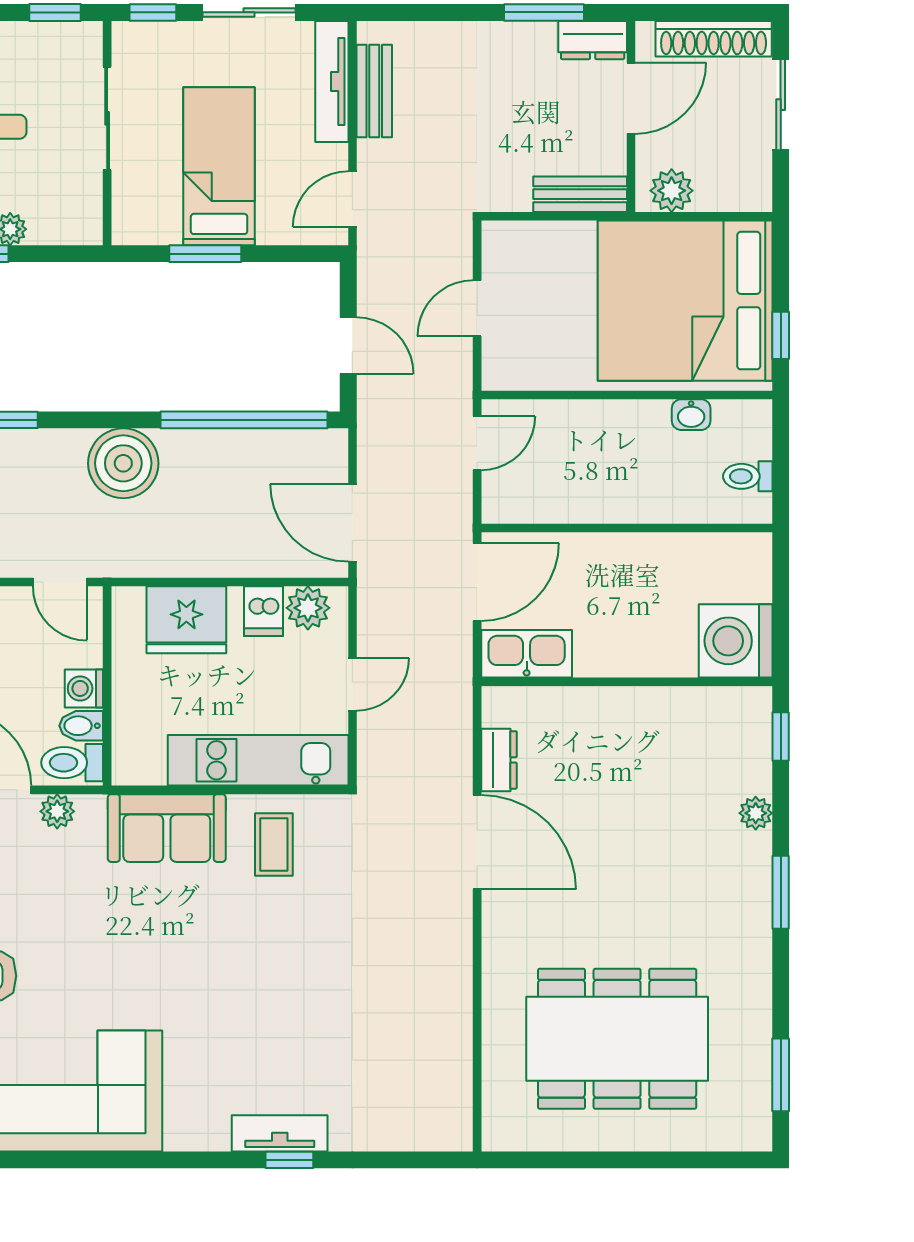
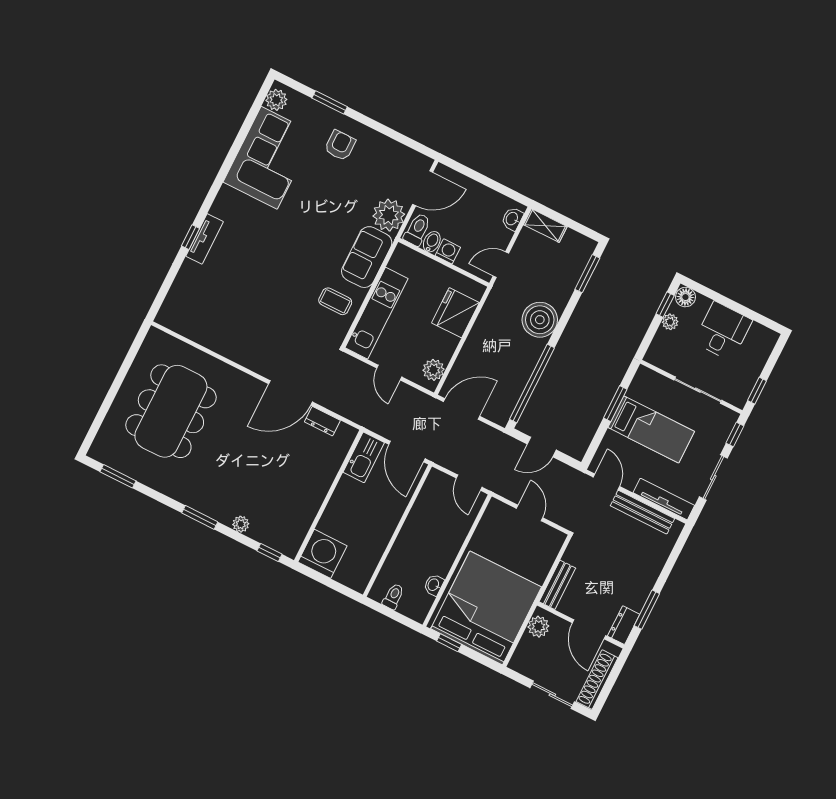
bench: (374, 91) -> (642, 512), width x1.36
dishwasher: (264, 611) -> (442, 349), removed
plant: (57, 811) -> (389, 215), width x1.87, depth x1.87

